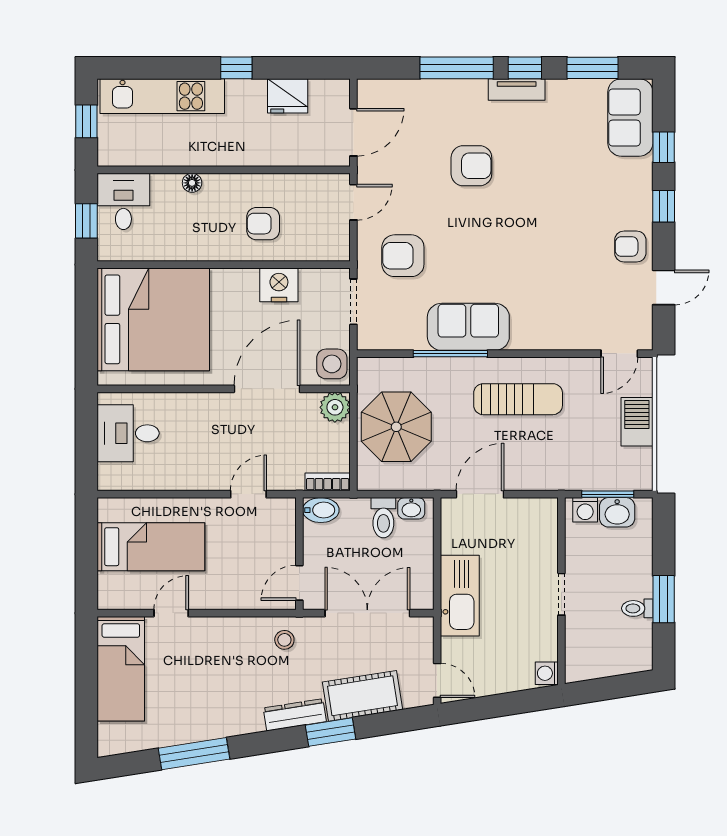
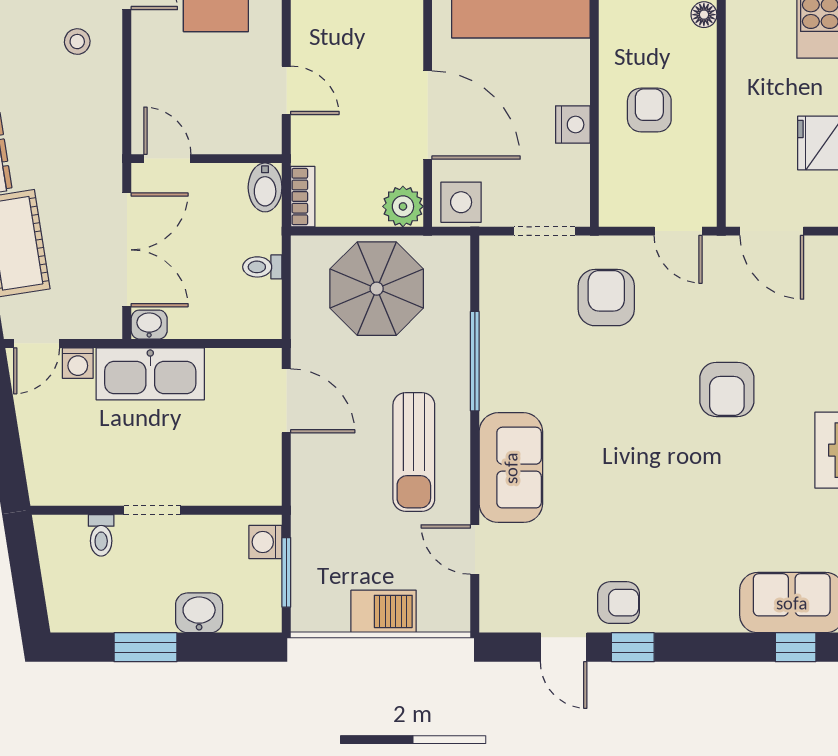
window: (664, 147) -> (796, 647), moved
window: (664, 206) -> (633, 647), moved
armchair: (630, 247) -> (619, 603), turned 90
nightstand: (279, 285) -> (573, 125), width x0.74, depth x0.75
sofa: (468, 327) -> (511, 468), moved
door: (619, 354) -> (475, 549), moved
washbasin: (411, 508) -> (149, 325), moved, turned 90
washbasin: (617, 512) -> (199, 613), moved, turned 90
toilet: (383, 518) -> (262, 267), width x0.73, depth x0.72
toilet: (637, 608) -> (101, 535), moved, turned 180
stool: (284, 640) -> (77, 42), moved
washing machine: (547, 673) -> (78, 363), moved, turned 180

